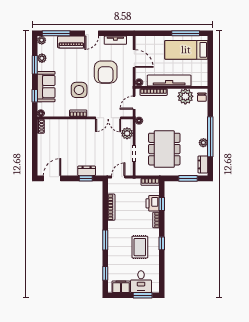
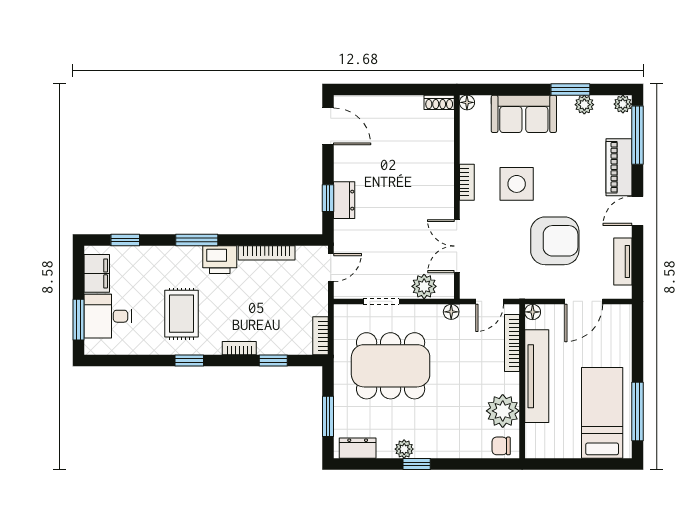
door: (92, 33) -> (637, 211), hinge flipped
armchair: (106, 72) -> (555, 241), turned 180
window: (35, 96) -> (504, 89), removed
door: (134, 103) -> (490, 301), swing flipped
window: (210, 137) -> (417, 464), width x0.32
door: (118, 177) -> (331, 268), hinge flipped
printer: (153, 203) -> (220, 260), moved, turned 180
rug: (140, 247) -> (181, 314), turned 90

